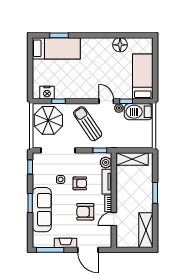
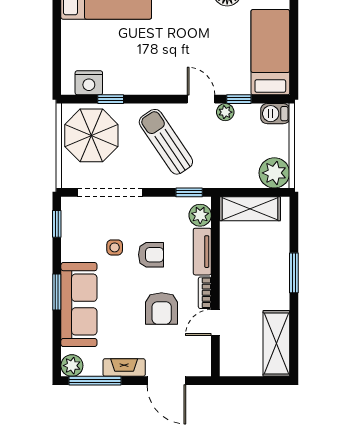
barbecue: (139, 112) -> (275, 114), width x0.53, depth x0.65
plant: (145, 140) -> (274, 173), added
armchair: (85, 212) -> (162, 308), turned -90
plant: (38, 242) -> (72, 366), added

